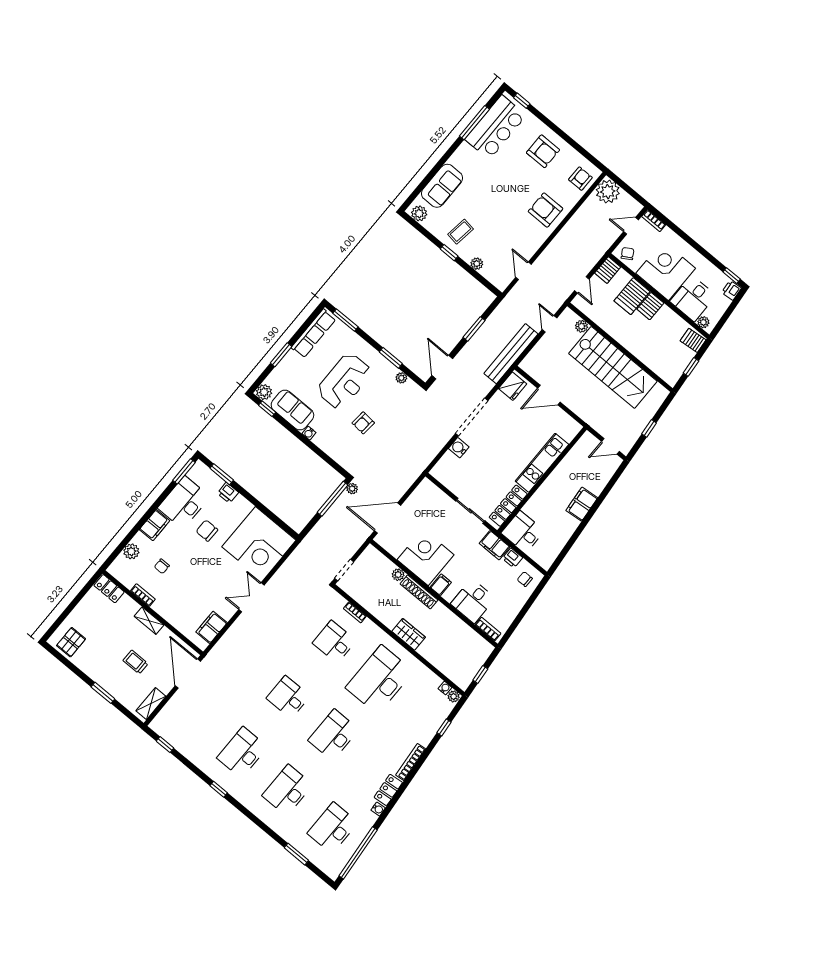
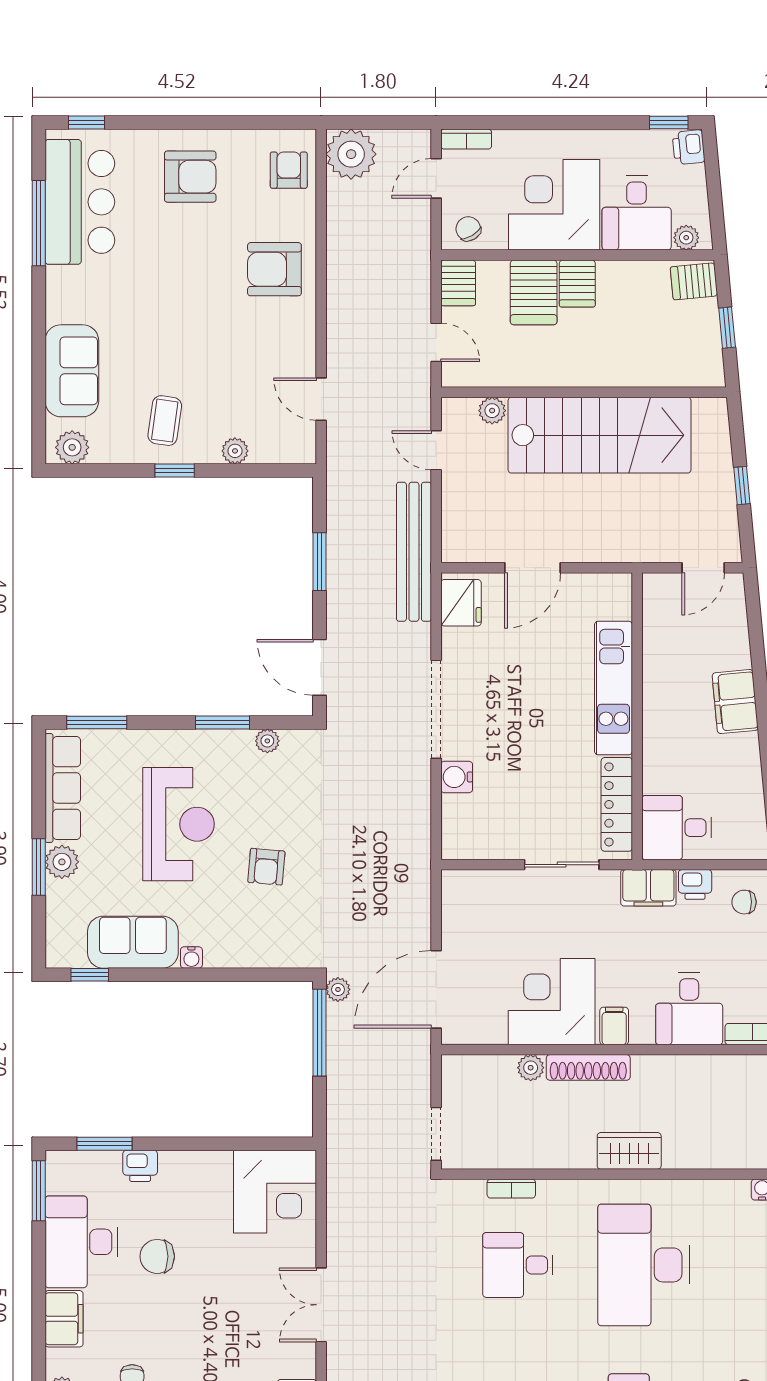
plant: (264, 392) -> (62, 862), moved
corner desk: (259, 543) -> (275, 1192), width x0.74, depth x0.74

